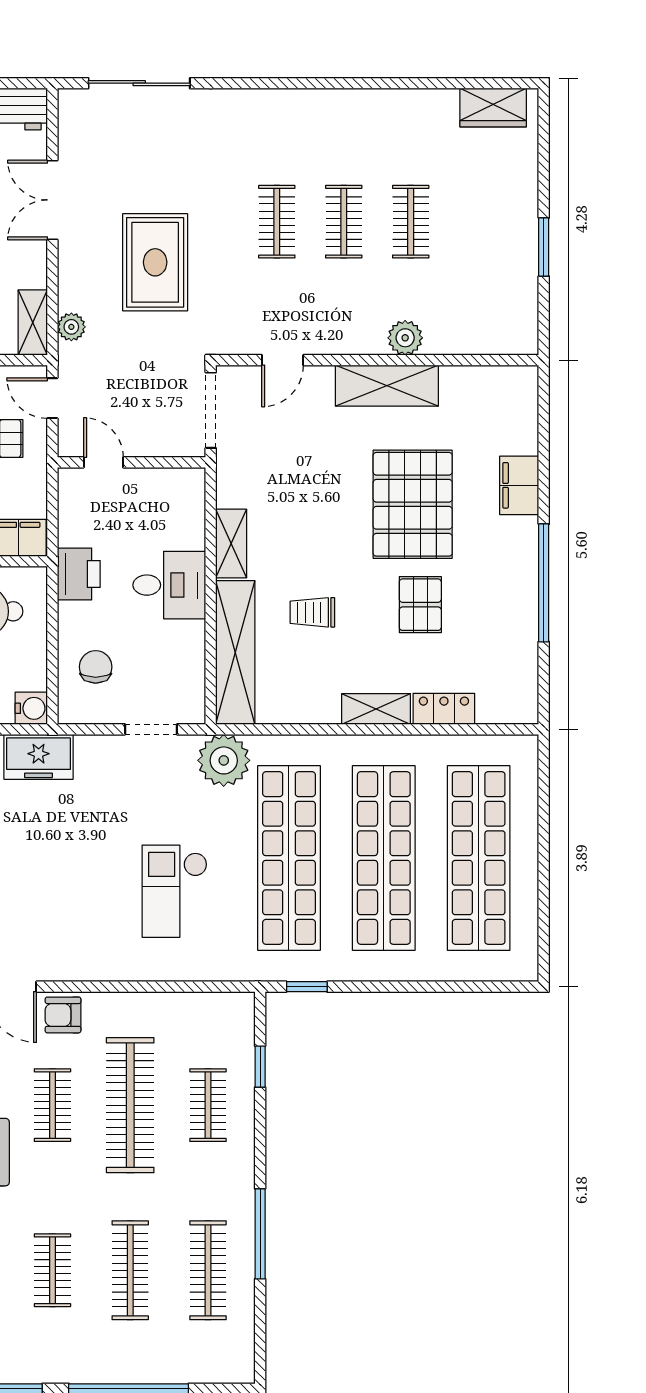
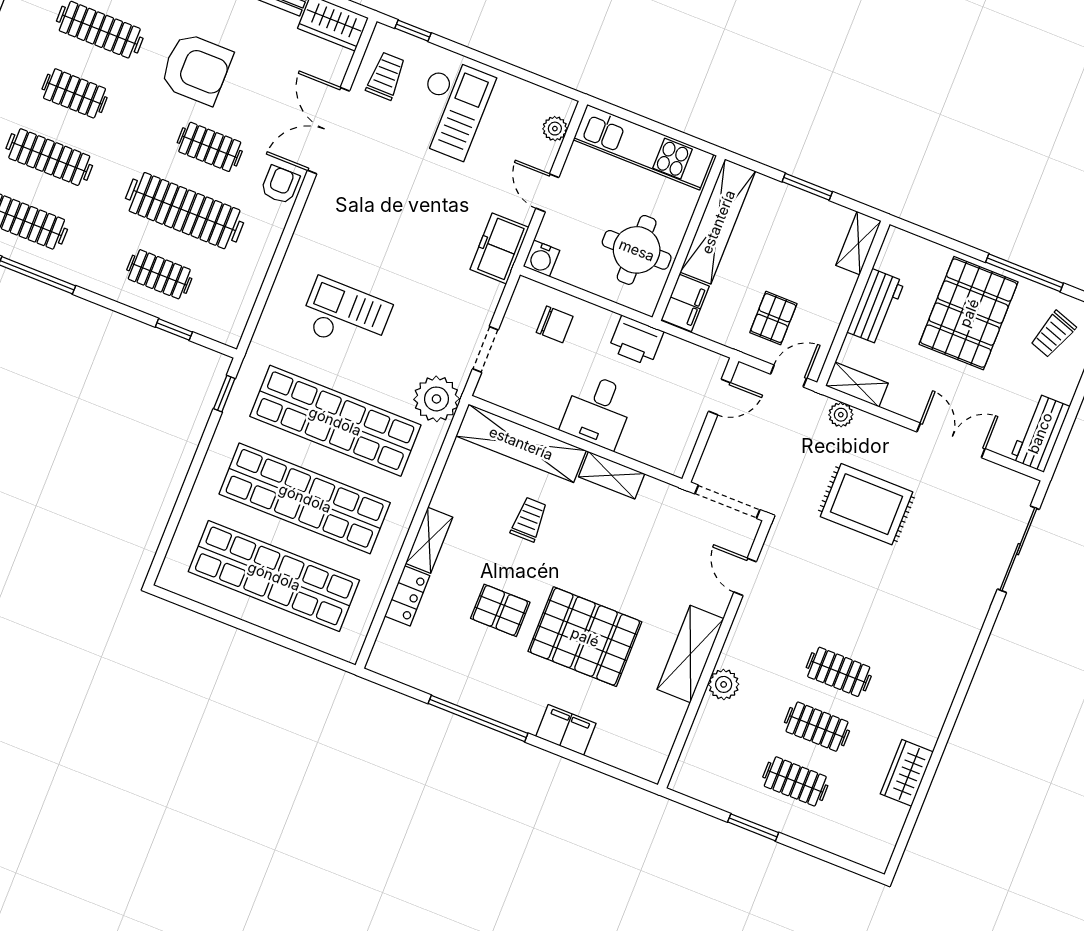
wardrobe: (493, 107) -> (907, 773), moved
clothes rail: (277, 222) -> (795, 781), moved

